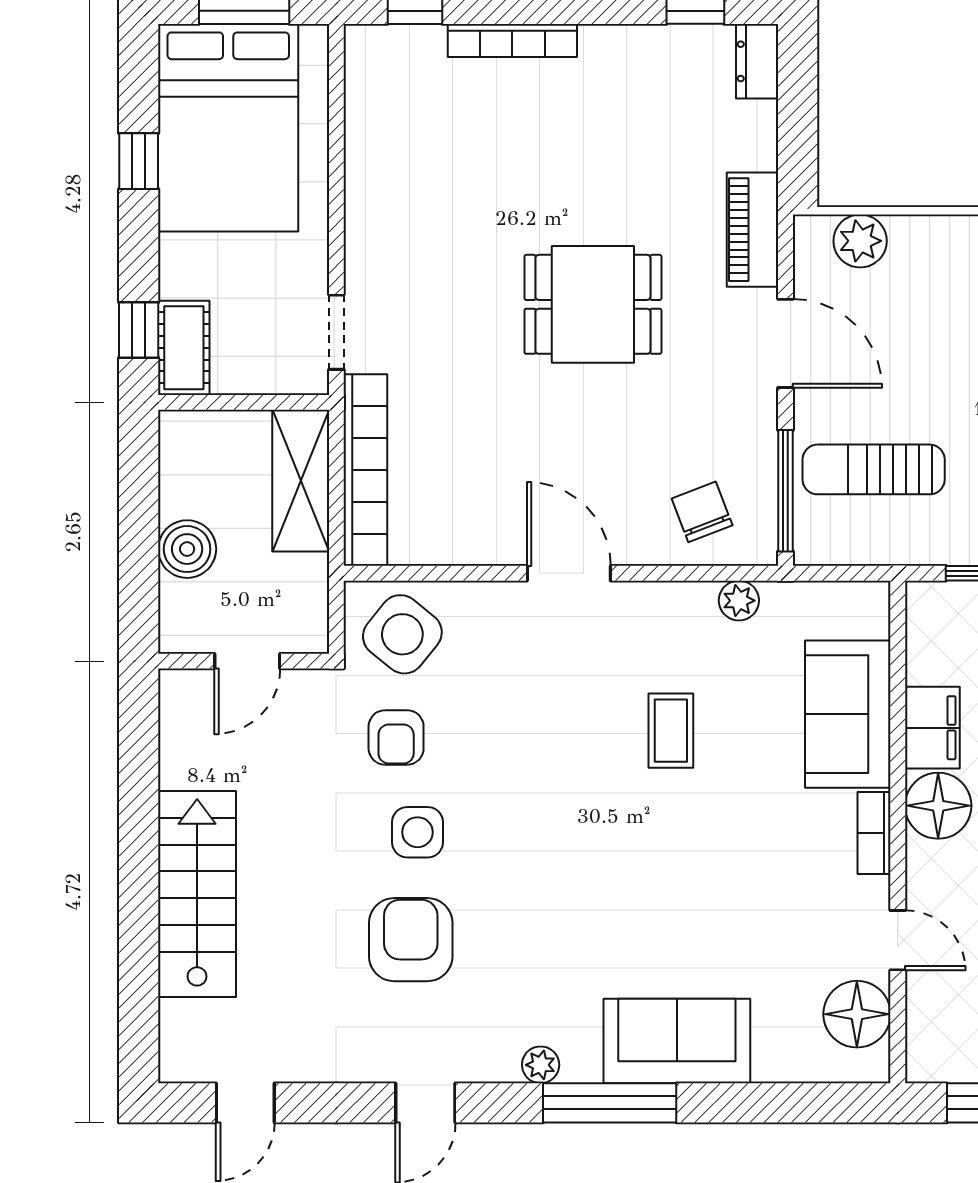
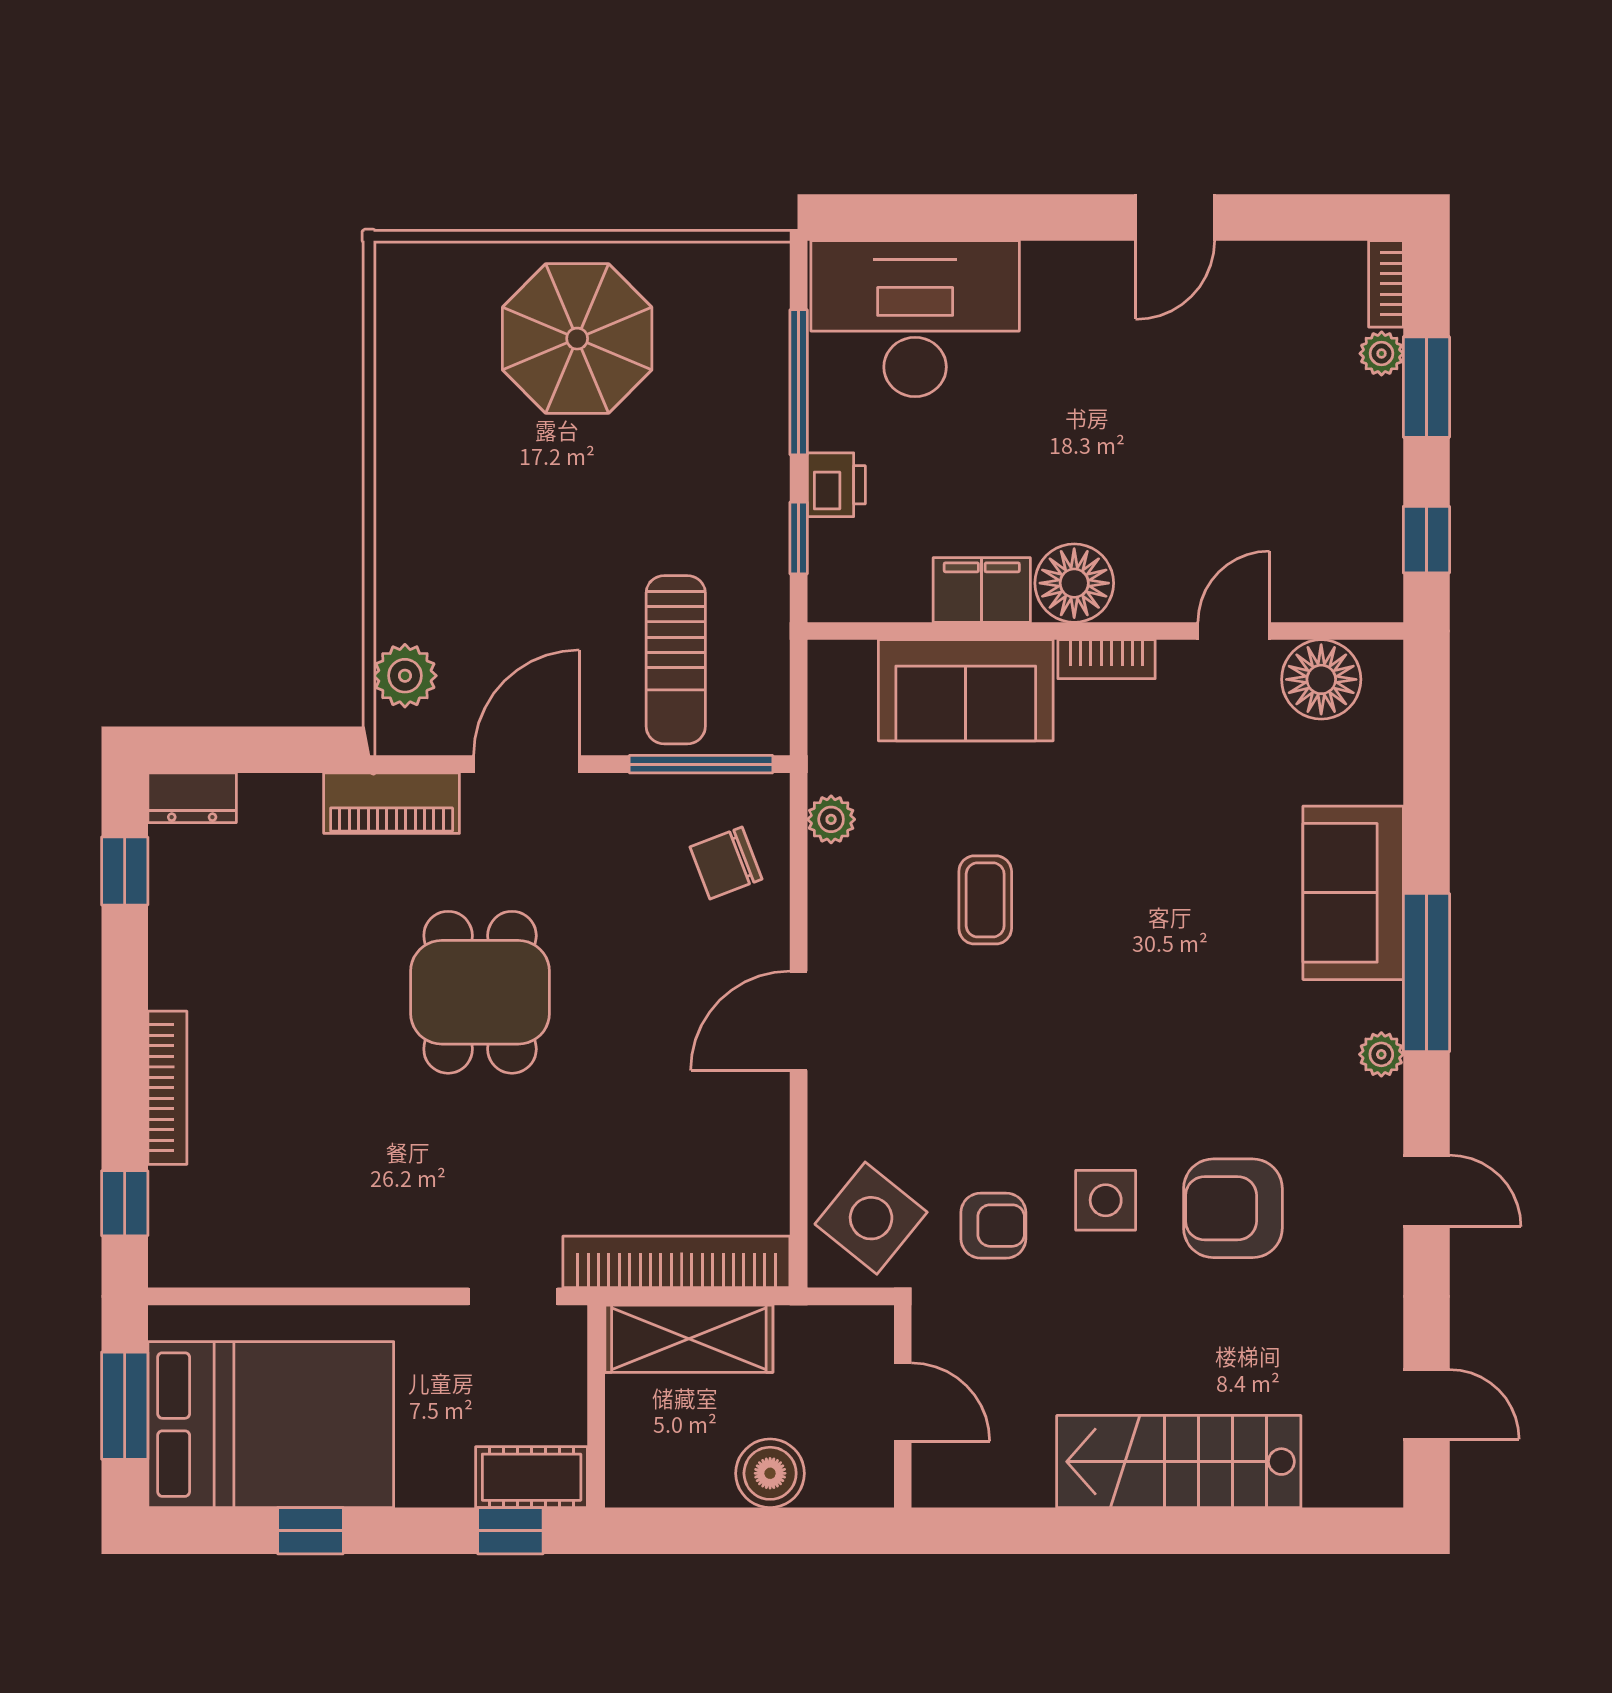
coffee table: (671, 731) -> (985, 900), turned 90

